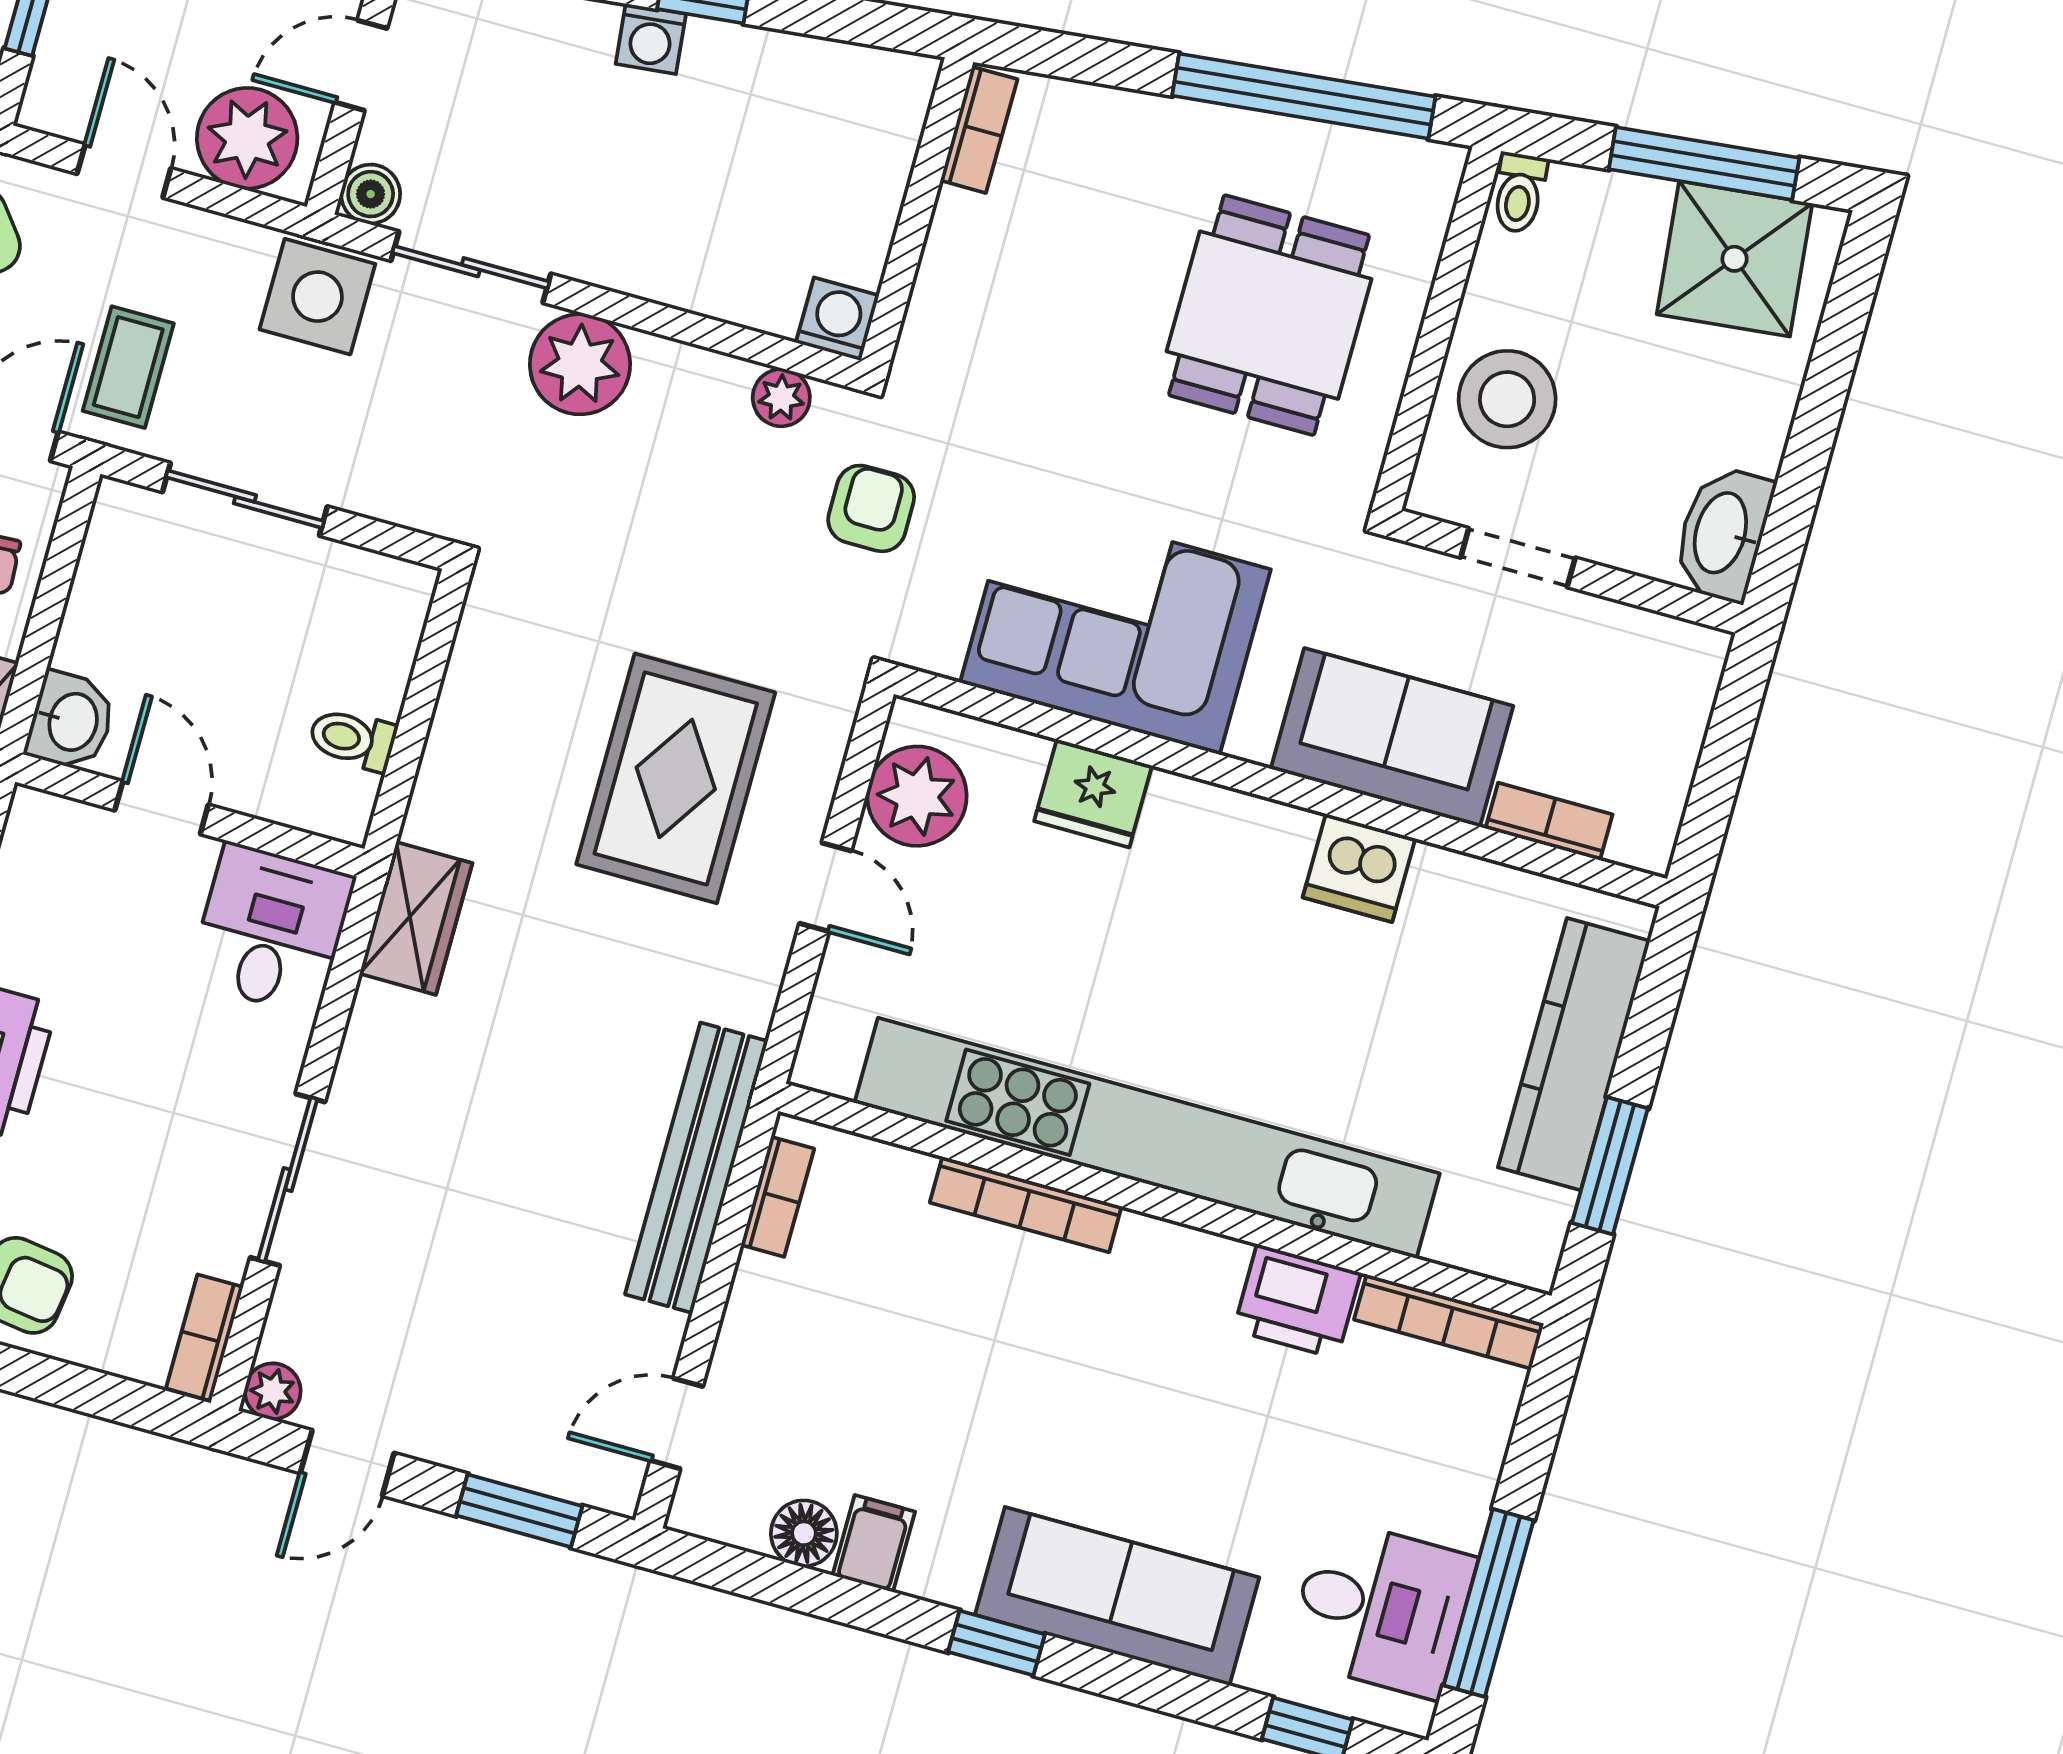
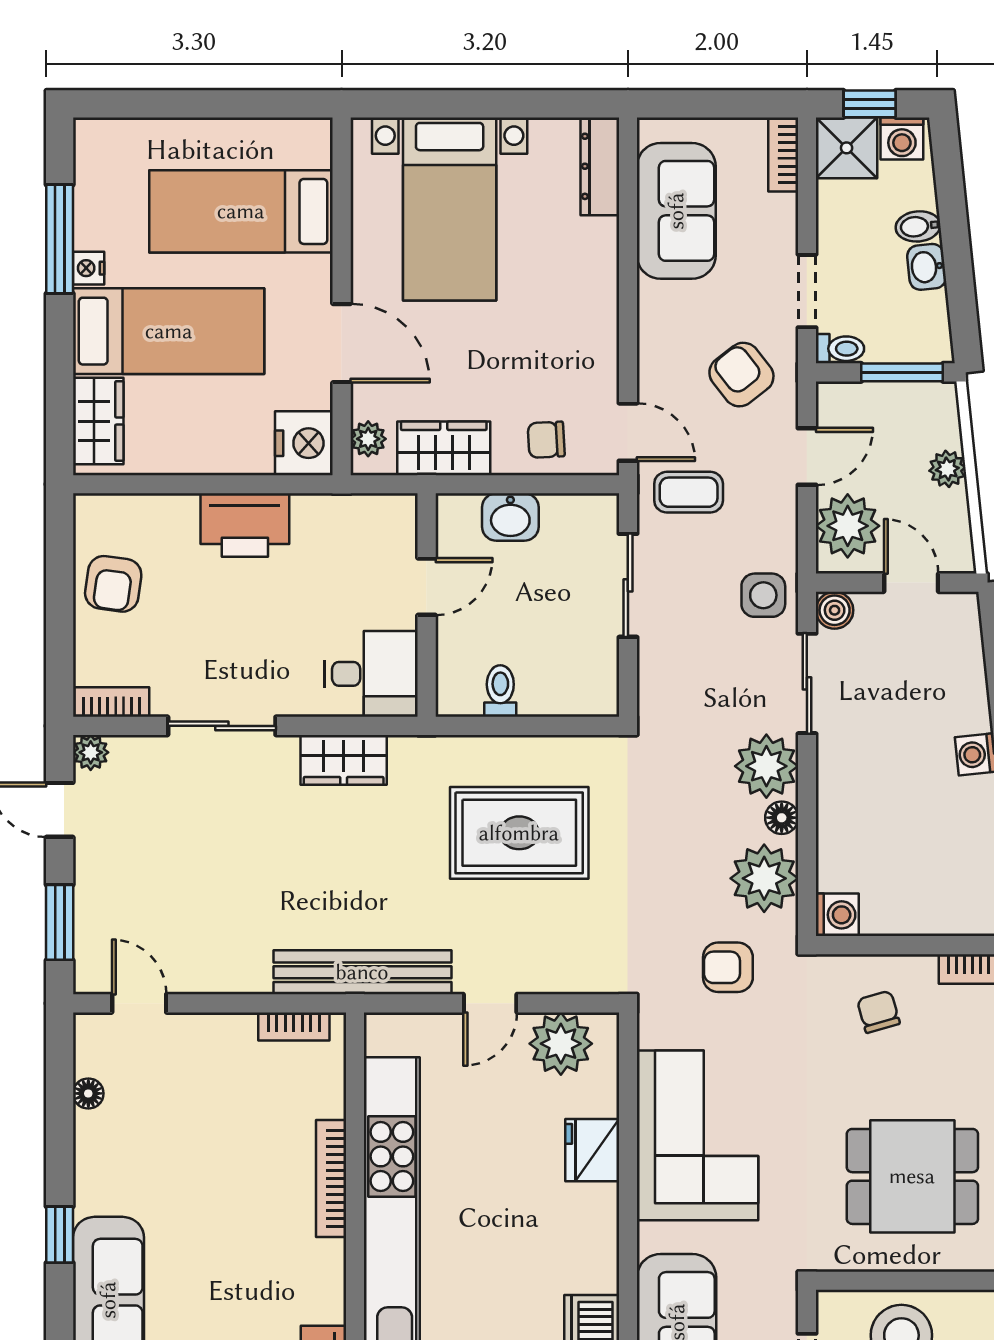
side table: (317, 297) -> (763, 595), width x0.73, depth x0.73
chair: (1003, 297) -> (878, 1012), added
floor lamp: (665, 363) -> (782, 818), added
plant: (781, 398) -> (764, 878), width x1.88, depth x1.88
armchair: (871, 508) -> (728, 967), turned 180
washbasin: (71, 721) -> (510, 517), moved
rug: (676, 778) -> (519, 833), moved
wardrobe: (416, 918) -> (344, 760), moved
bench: (696, 1168) -> (362, 972), moved
floor lamp: (804, 1533) -> (88, 1093), width x0.73, depth x0.73
filing cabinet: (874, 1544) -> (99, 1143), removed

